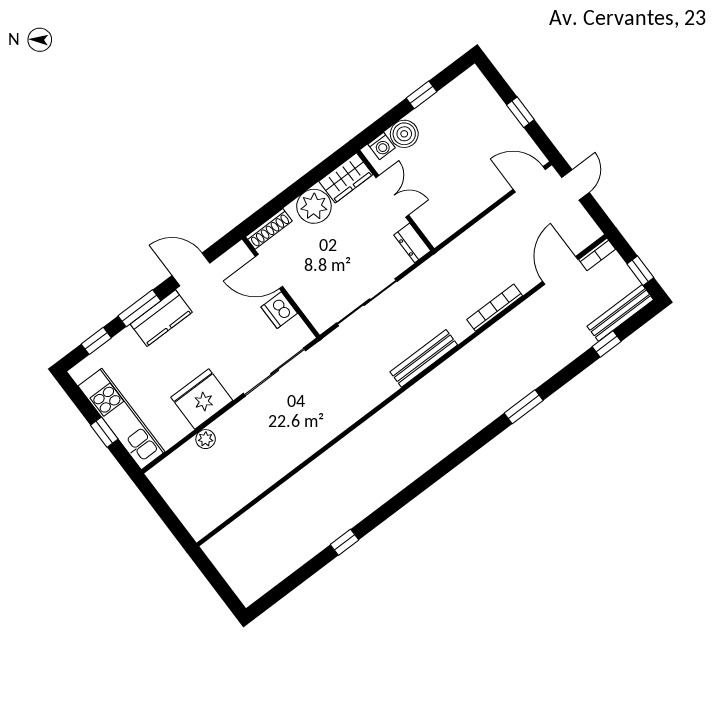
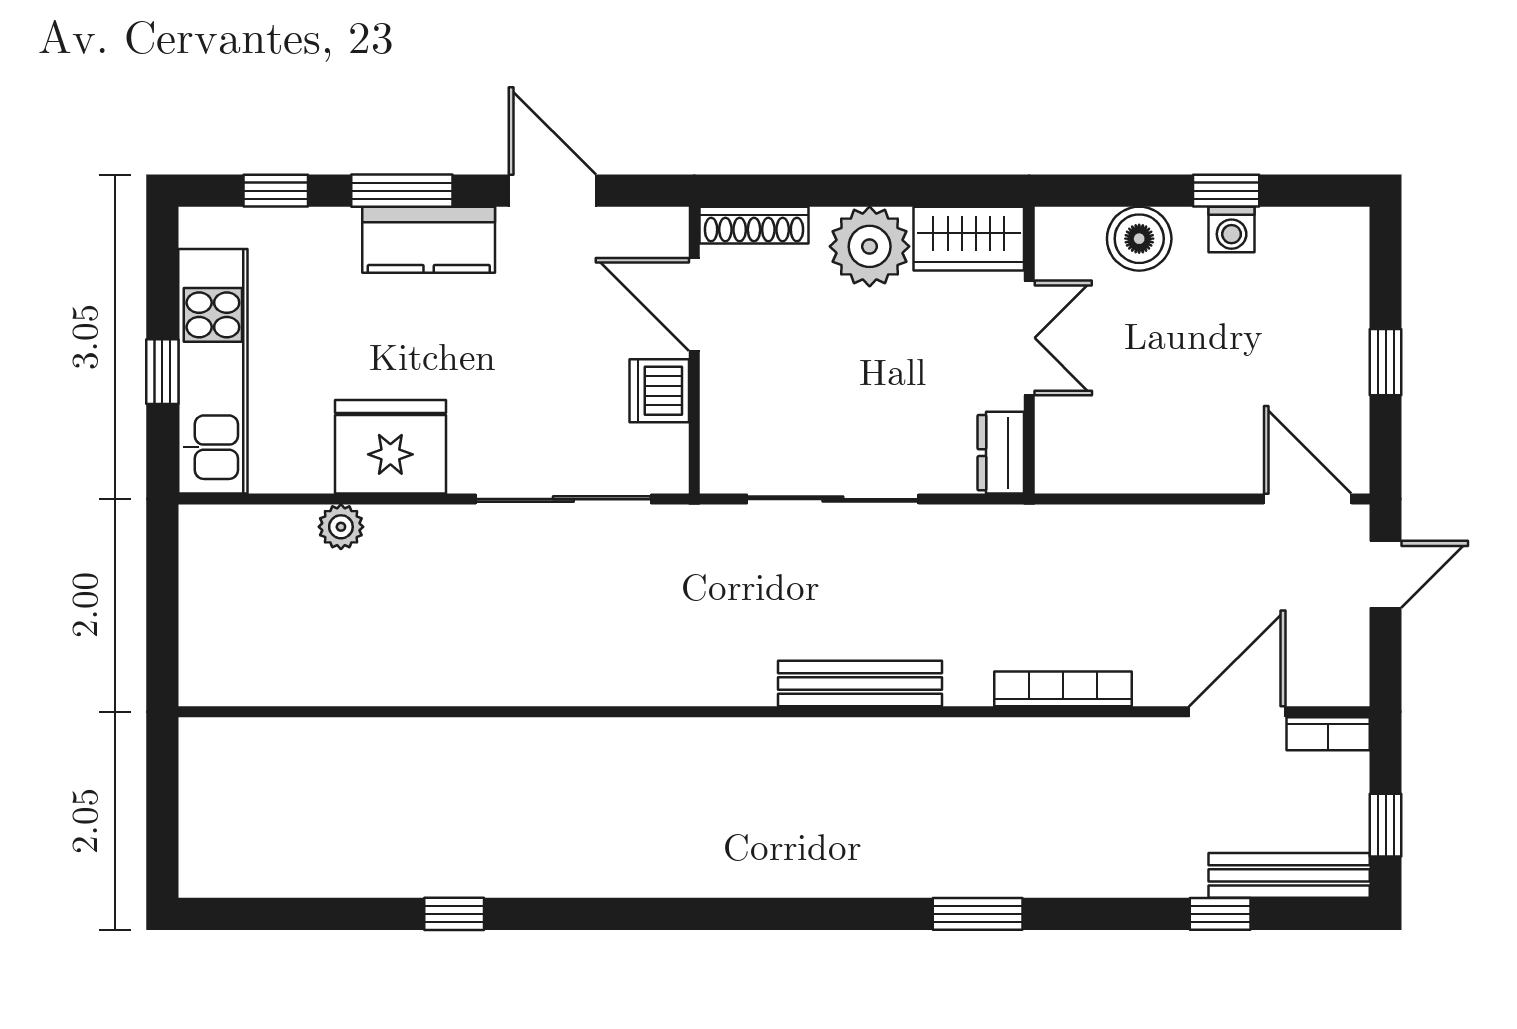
washing machine: (382, 146) -> (1232, 230), moved

